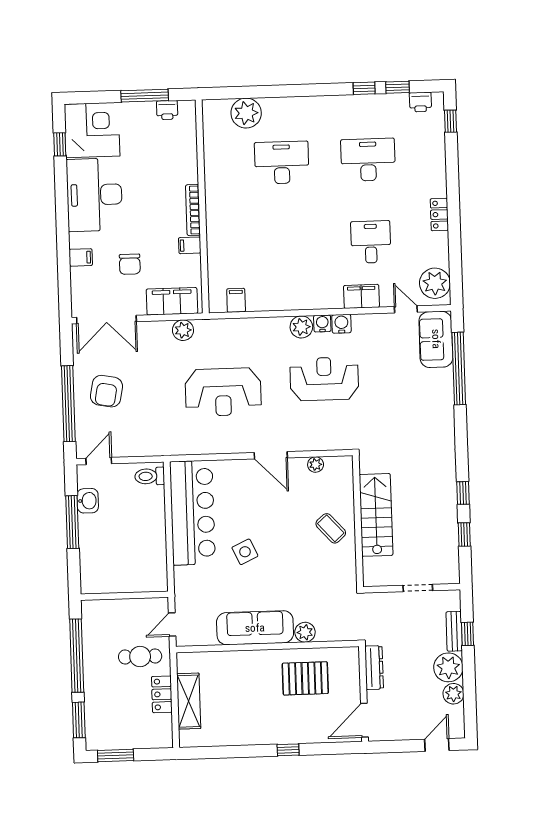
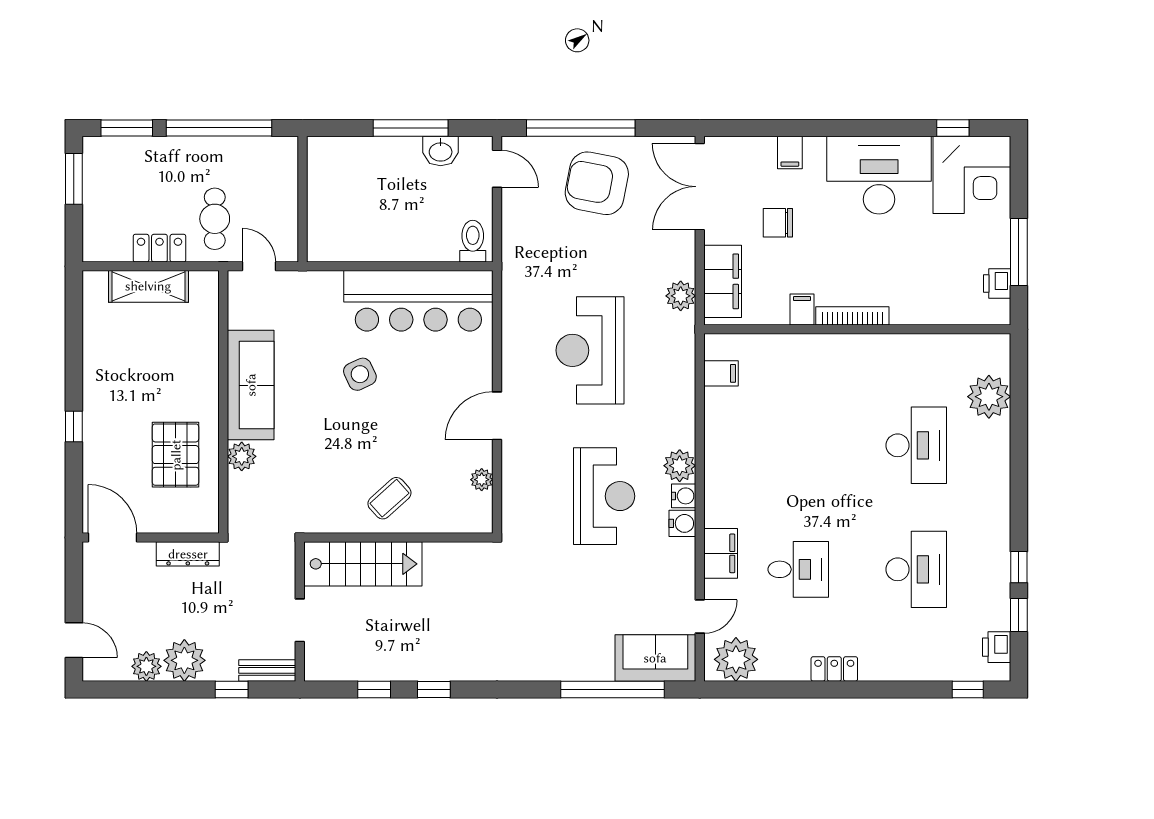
armchair: (106, 391) -> (597, 183), width x1.36, depth x1.36
stairs: (376, 515) -> (363, 564), moved
bench: (454, 631) -> (267, 670), moved

